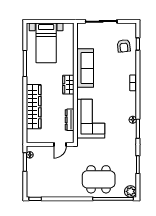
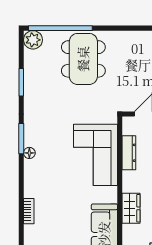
dining table: (99, 179) -> (83, 59), turned 90

